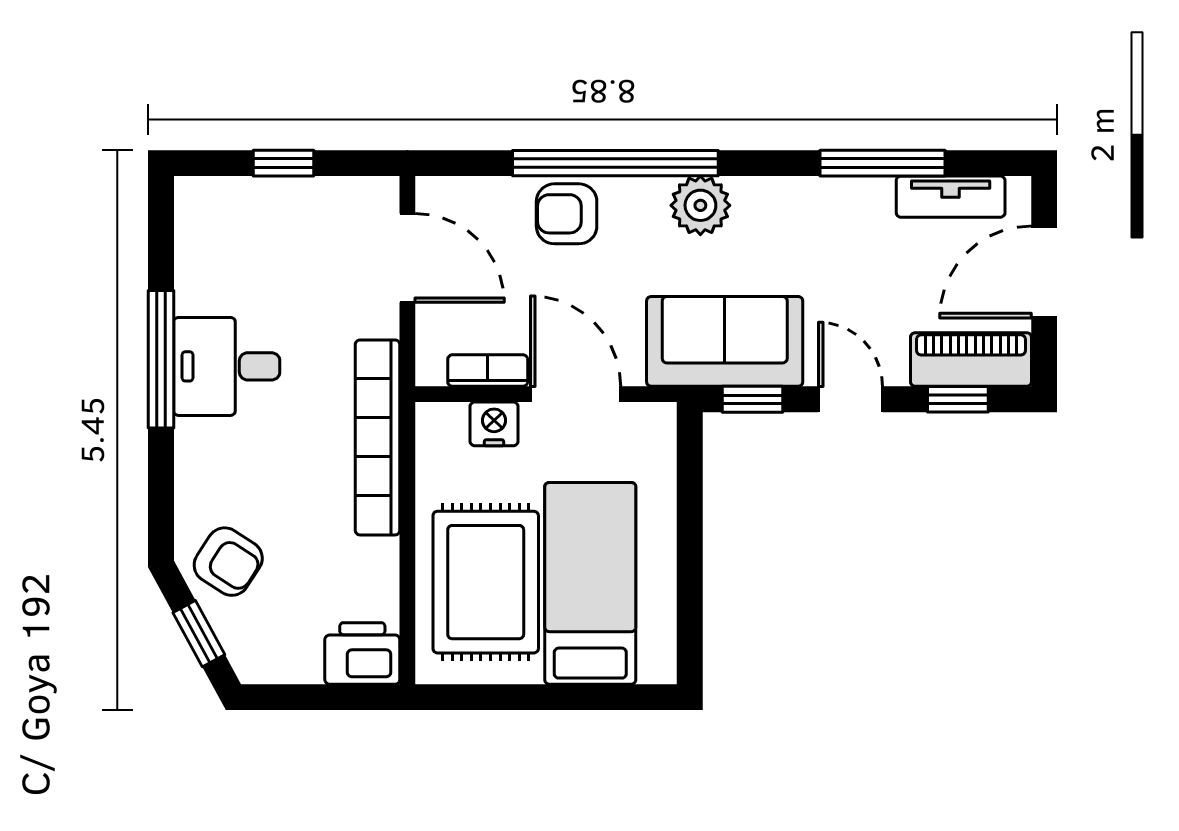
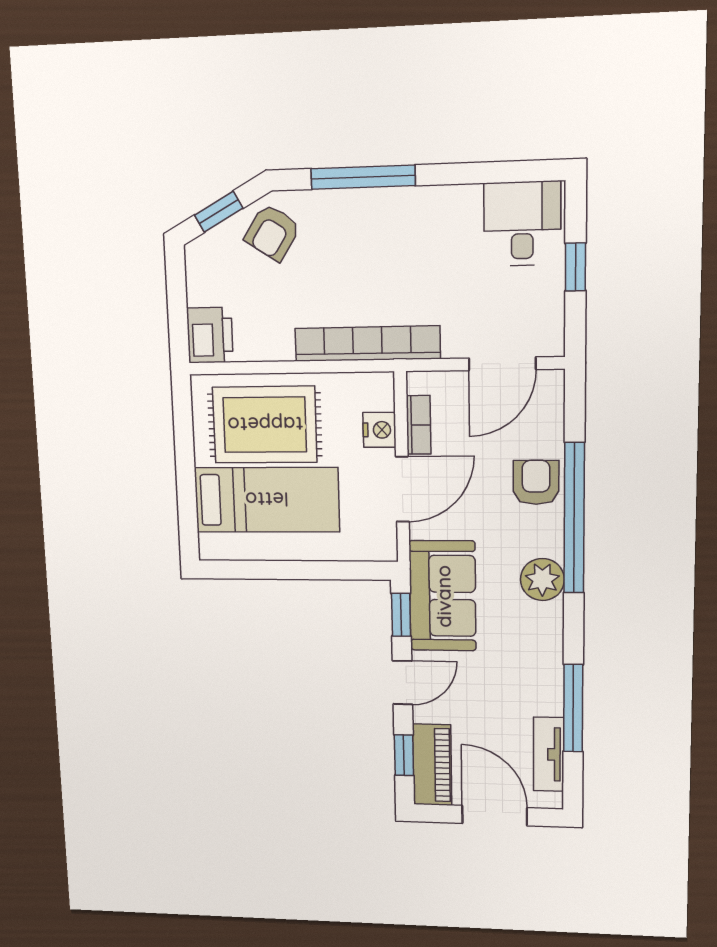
window: (161, 359) -> (363, 177), moved
desk: (227, 366) -> (522, 224), moved

